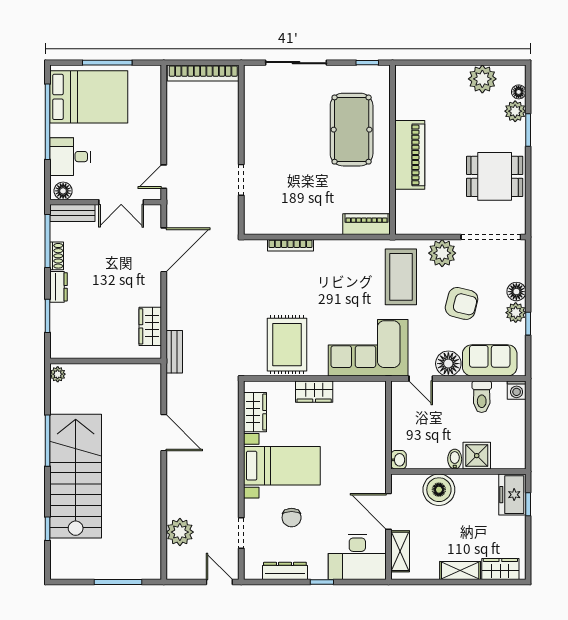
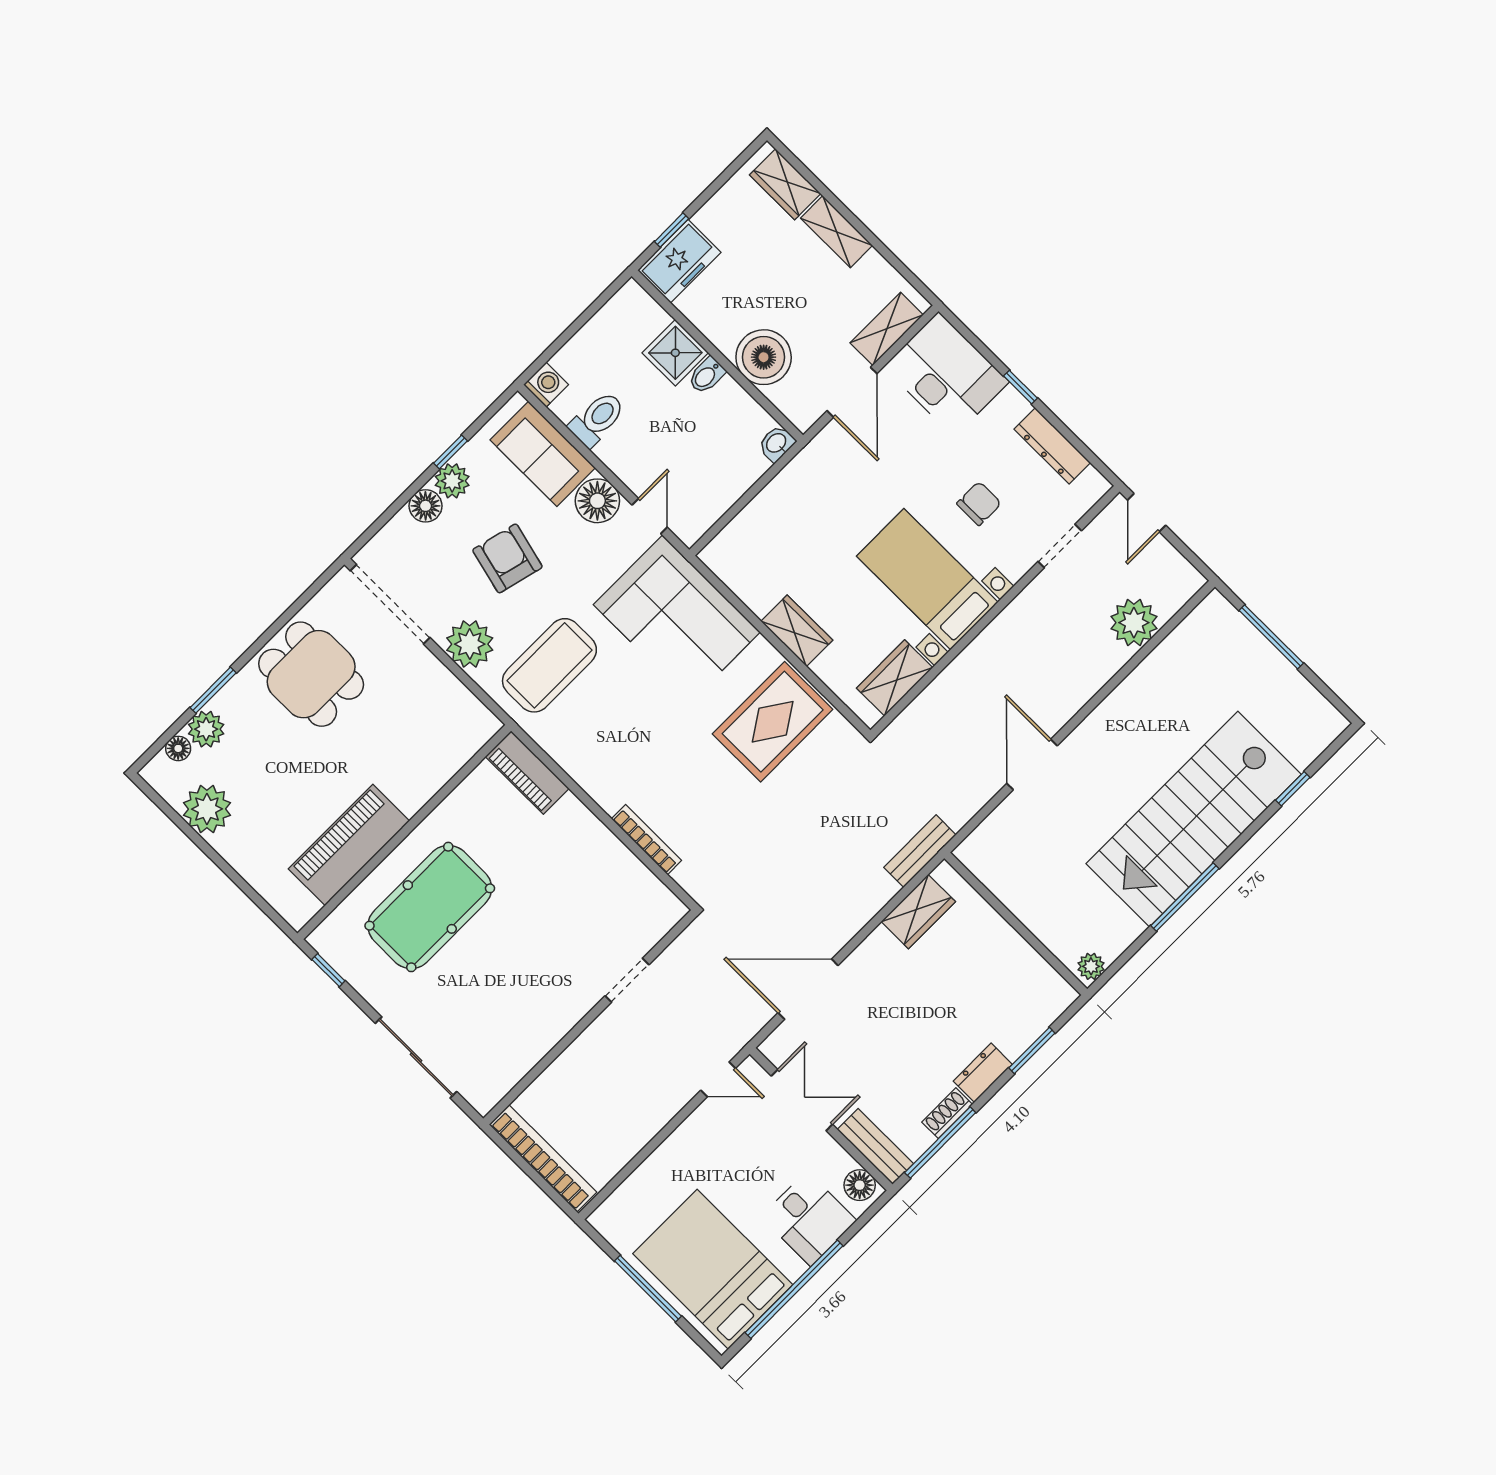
piano: (410, 155) -> (349, 845), moved

